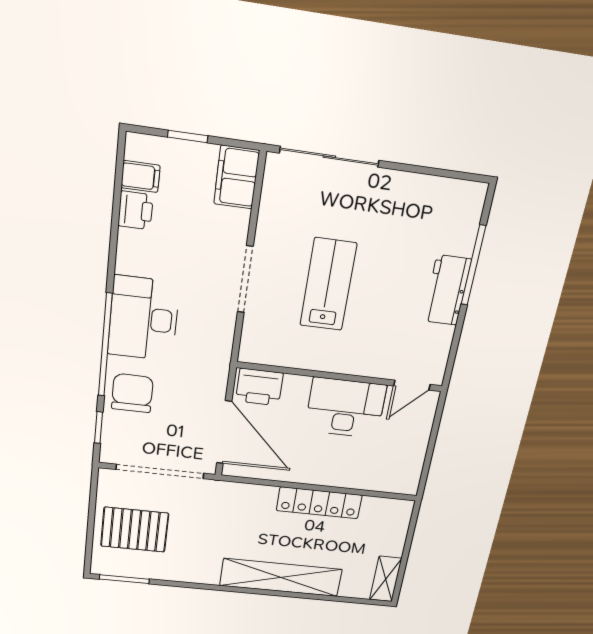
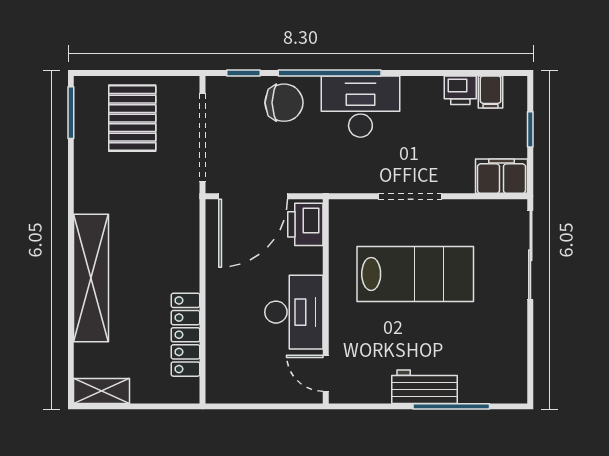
lab bench: (328, 285) -> (415, 274), width x1.36, depth x1.39
locker: (319, 503) -> (185, 335), moved

